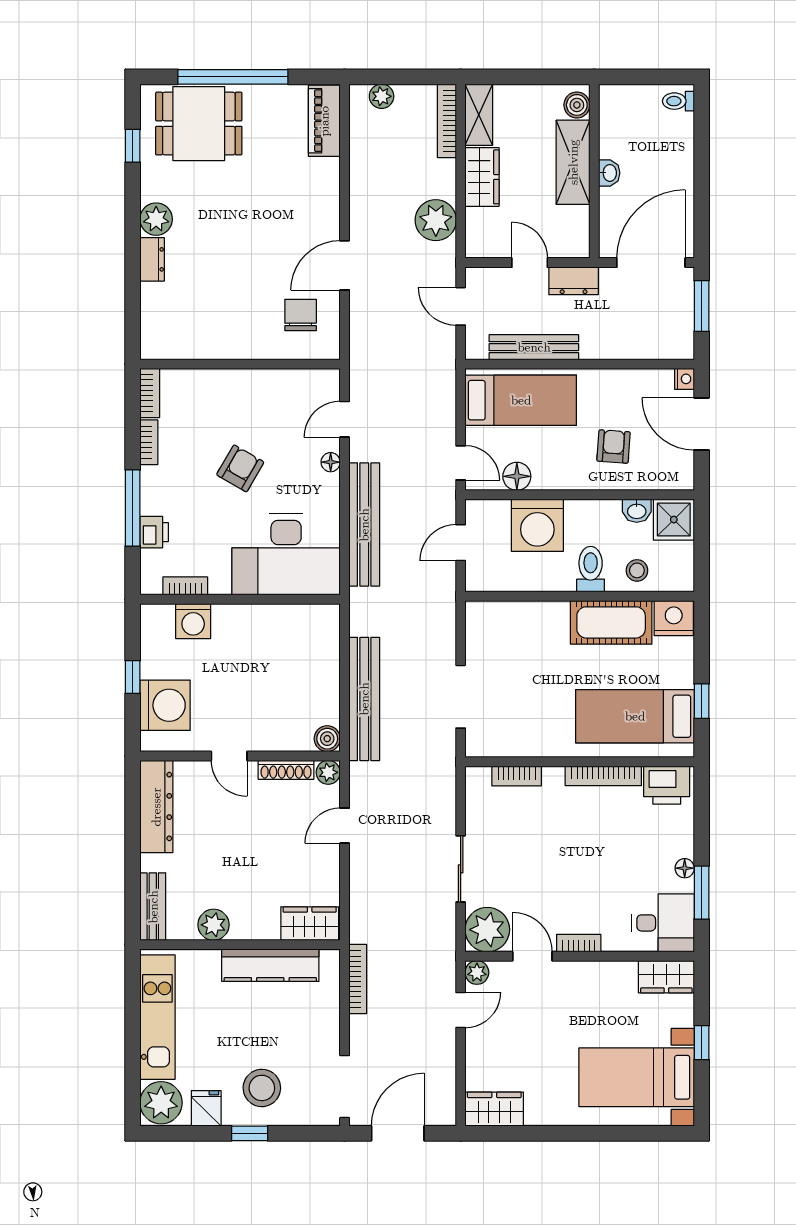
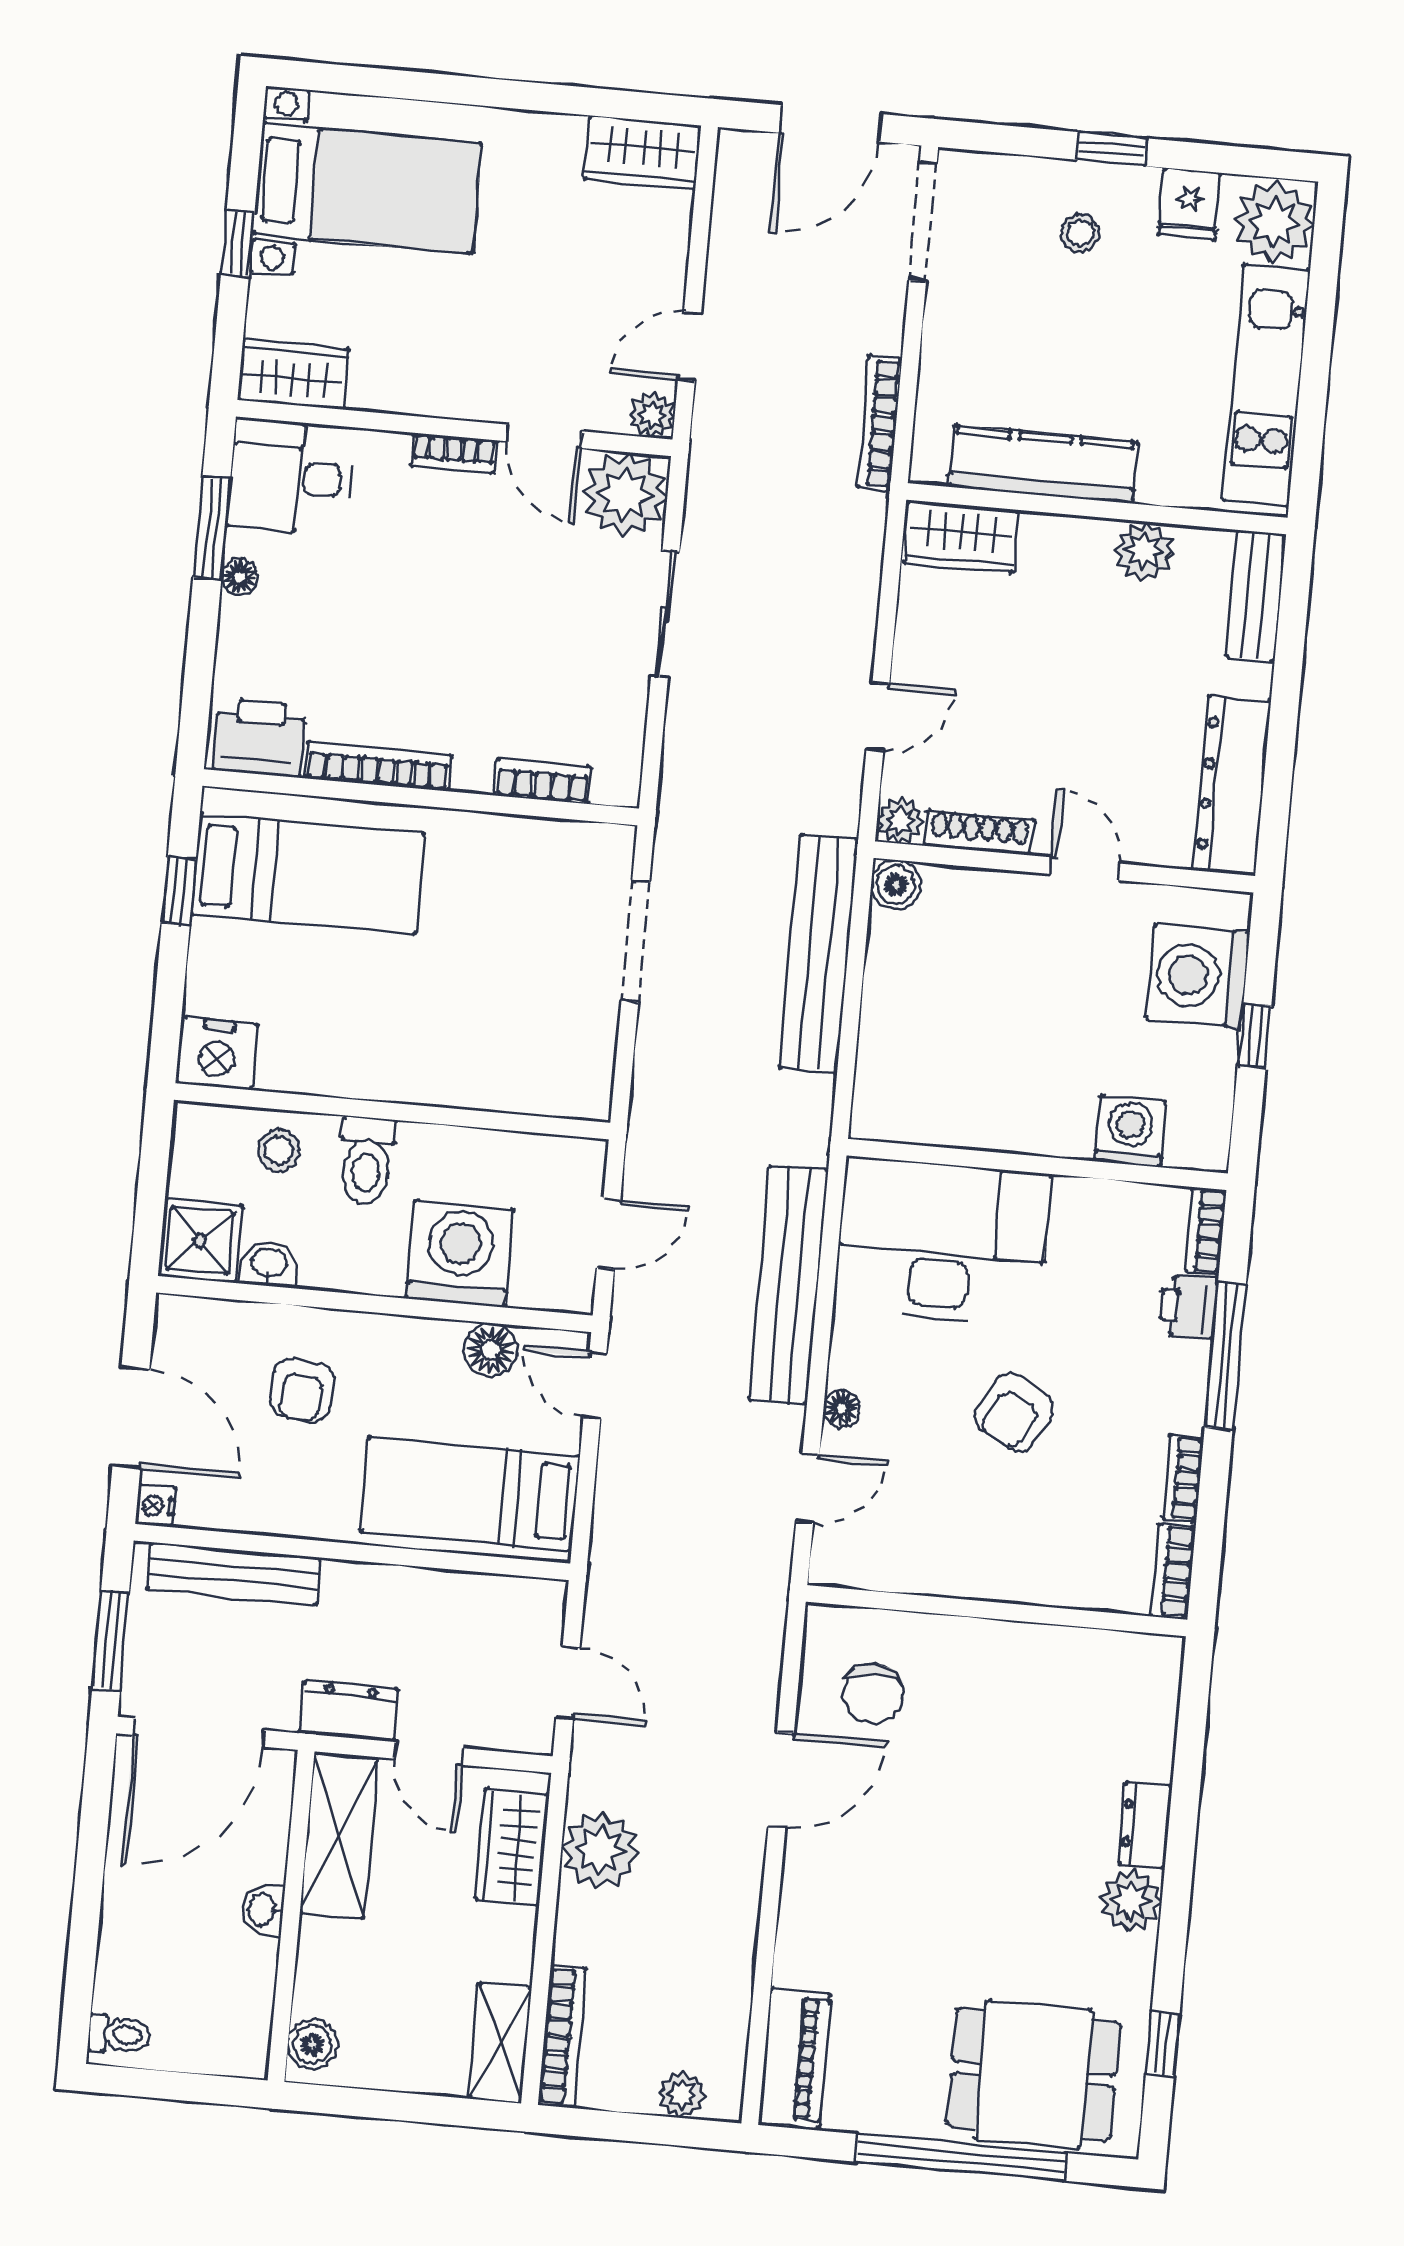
shelving: (573, 162) -> (339, 1836), moved
wardrobe: (482, 177) -> (512, 1847), moved
bench: (534, 347) -> (233, 1574), moved
bookcase: (185, 586) -> (1206, 1231), moved, turned 90
cot: (611, 622) -> (337, 1056), removed
stool: (262, 1088) -> (1080, 233), width x0.53, depth x0.53

